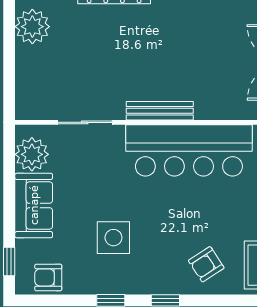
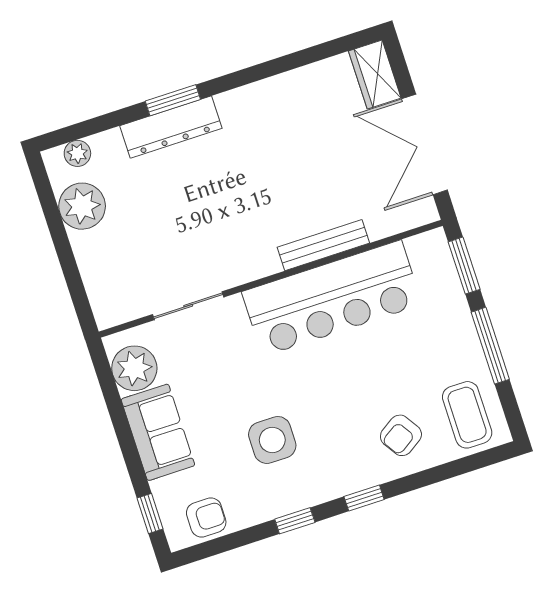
bench: (160, 111) -> (323, 245), moved
armchair: (48, 277) -> (206, 518), turned 180

